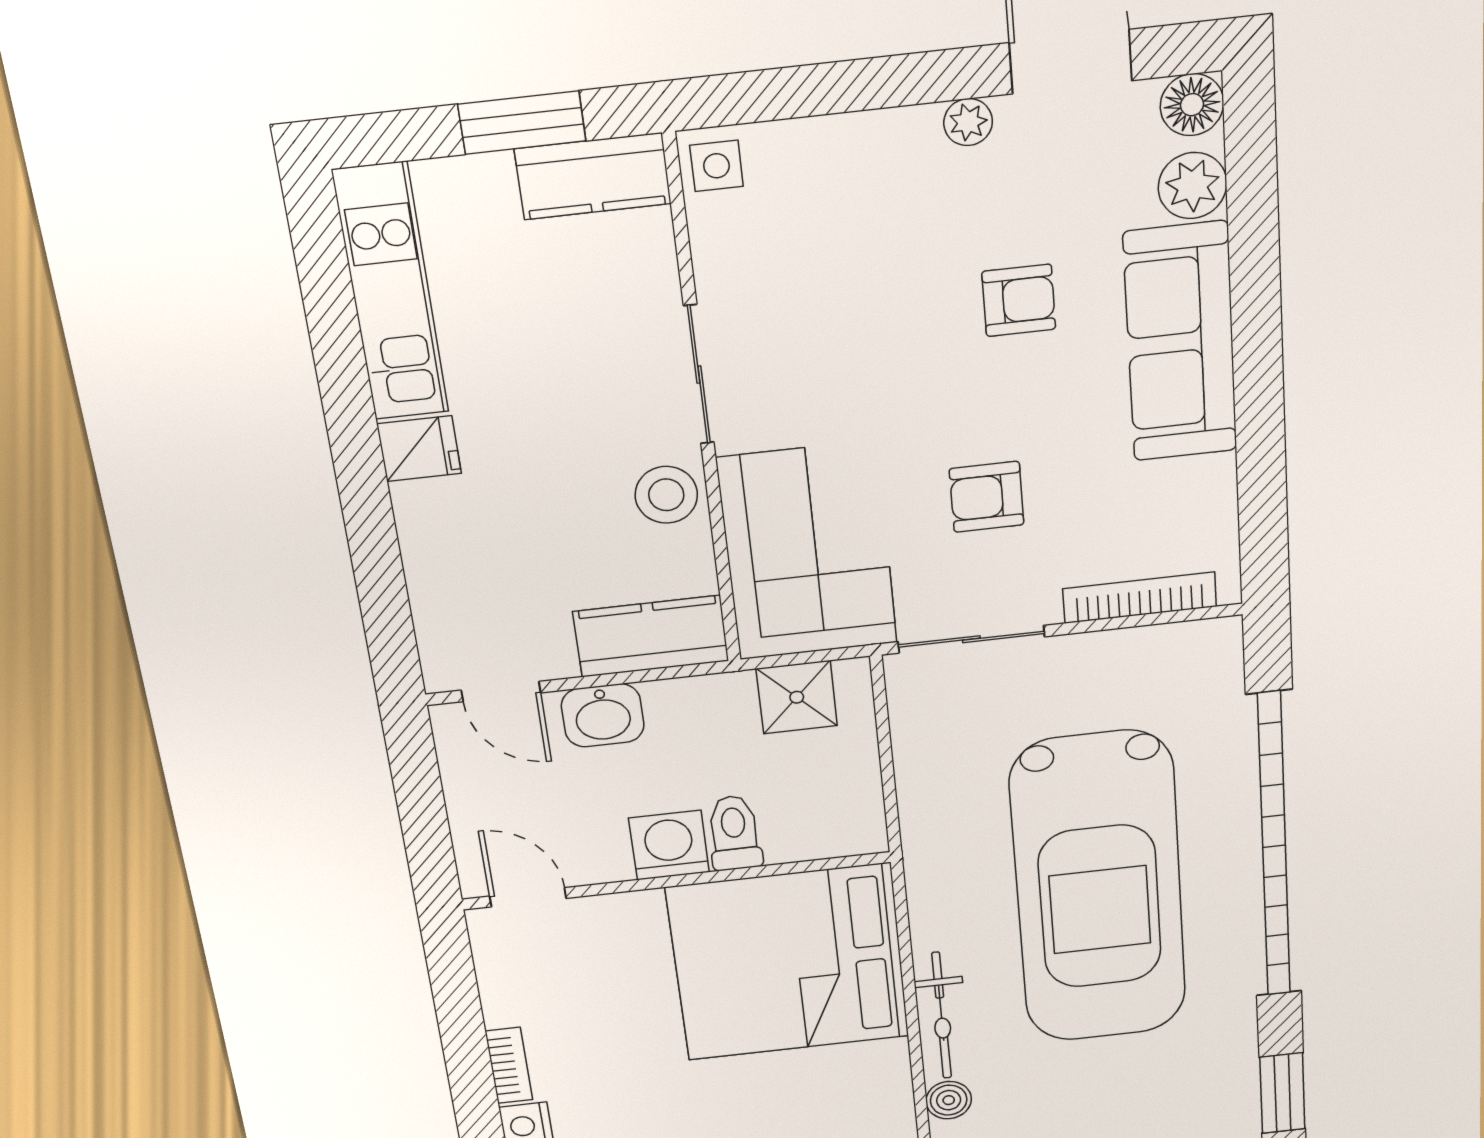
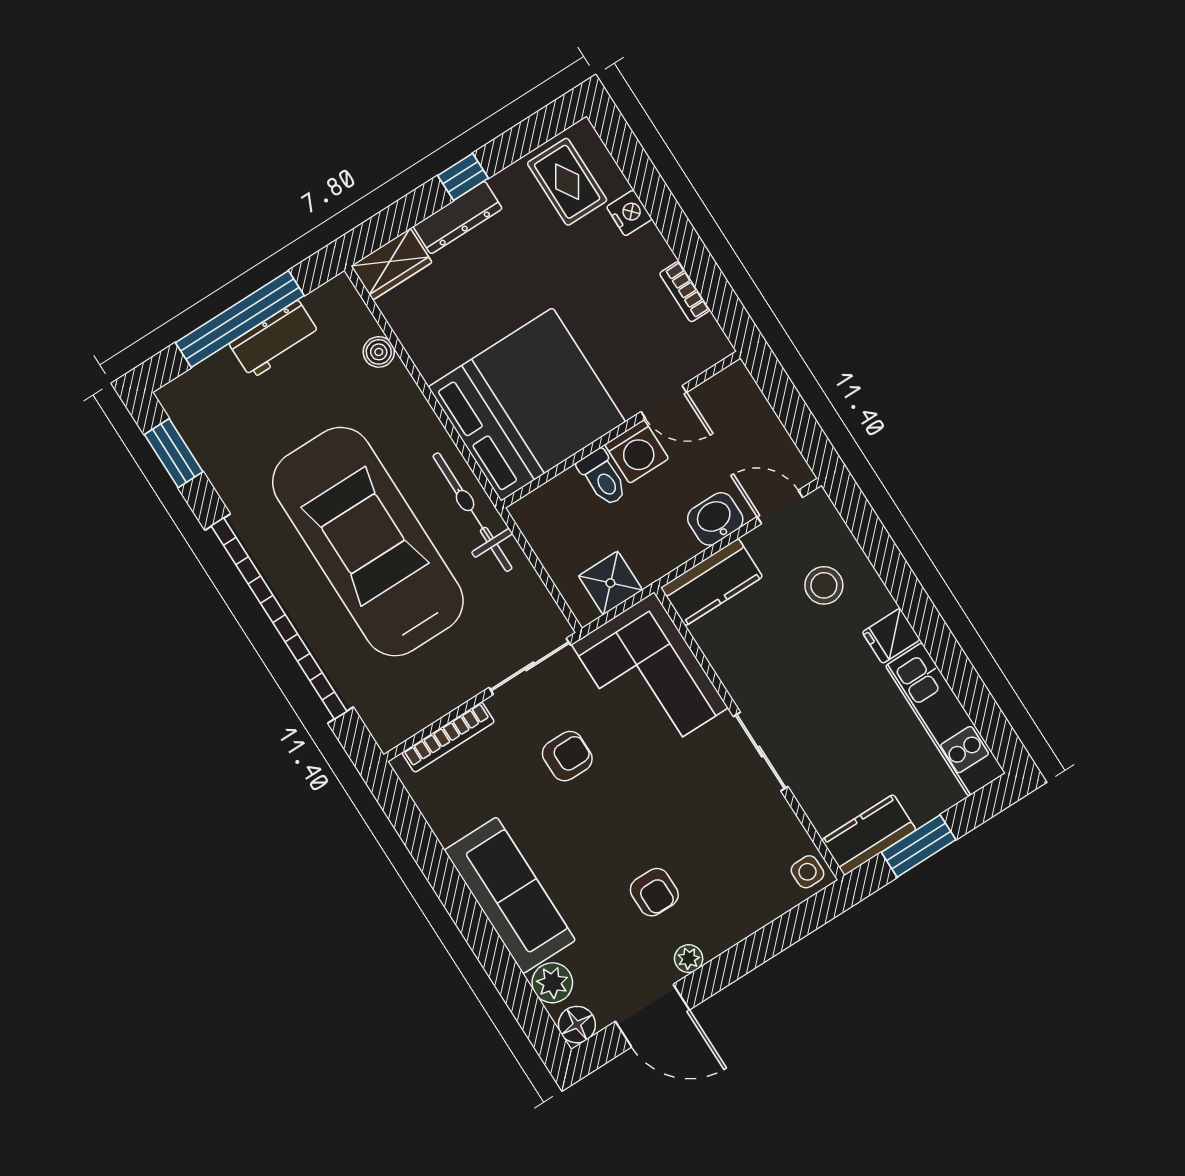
armchair: (1019, 300) -> (654, 892), moved, turned -90
stool: (666, 495) -> (824, 585), moved
door: (528, 897) -> (664, 402), moved
bicycle: (942, 1016) -> (472, 512), moved, width x1.37, depth x1.40
bookcase: (509, 1065) -> (685, 292), moved

